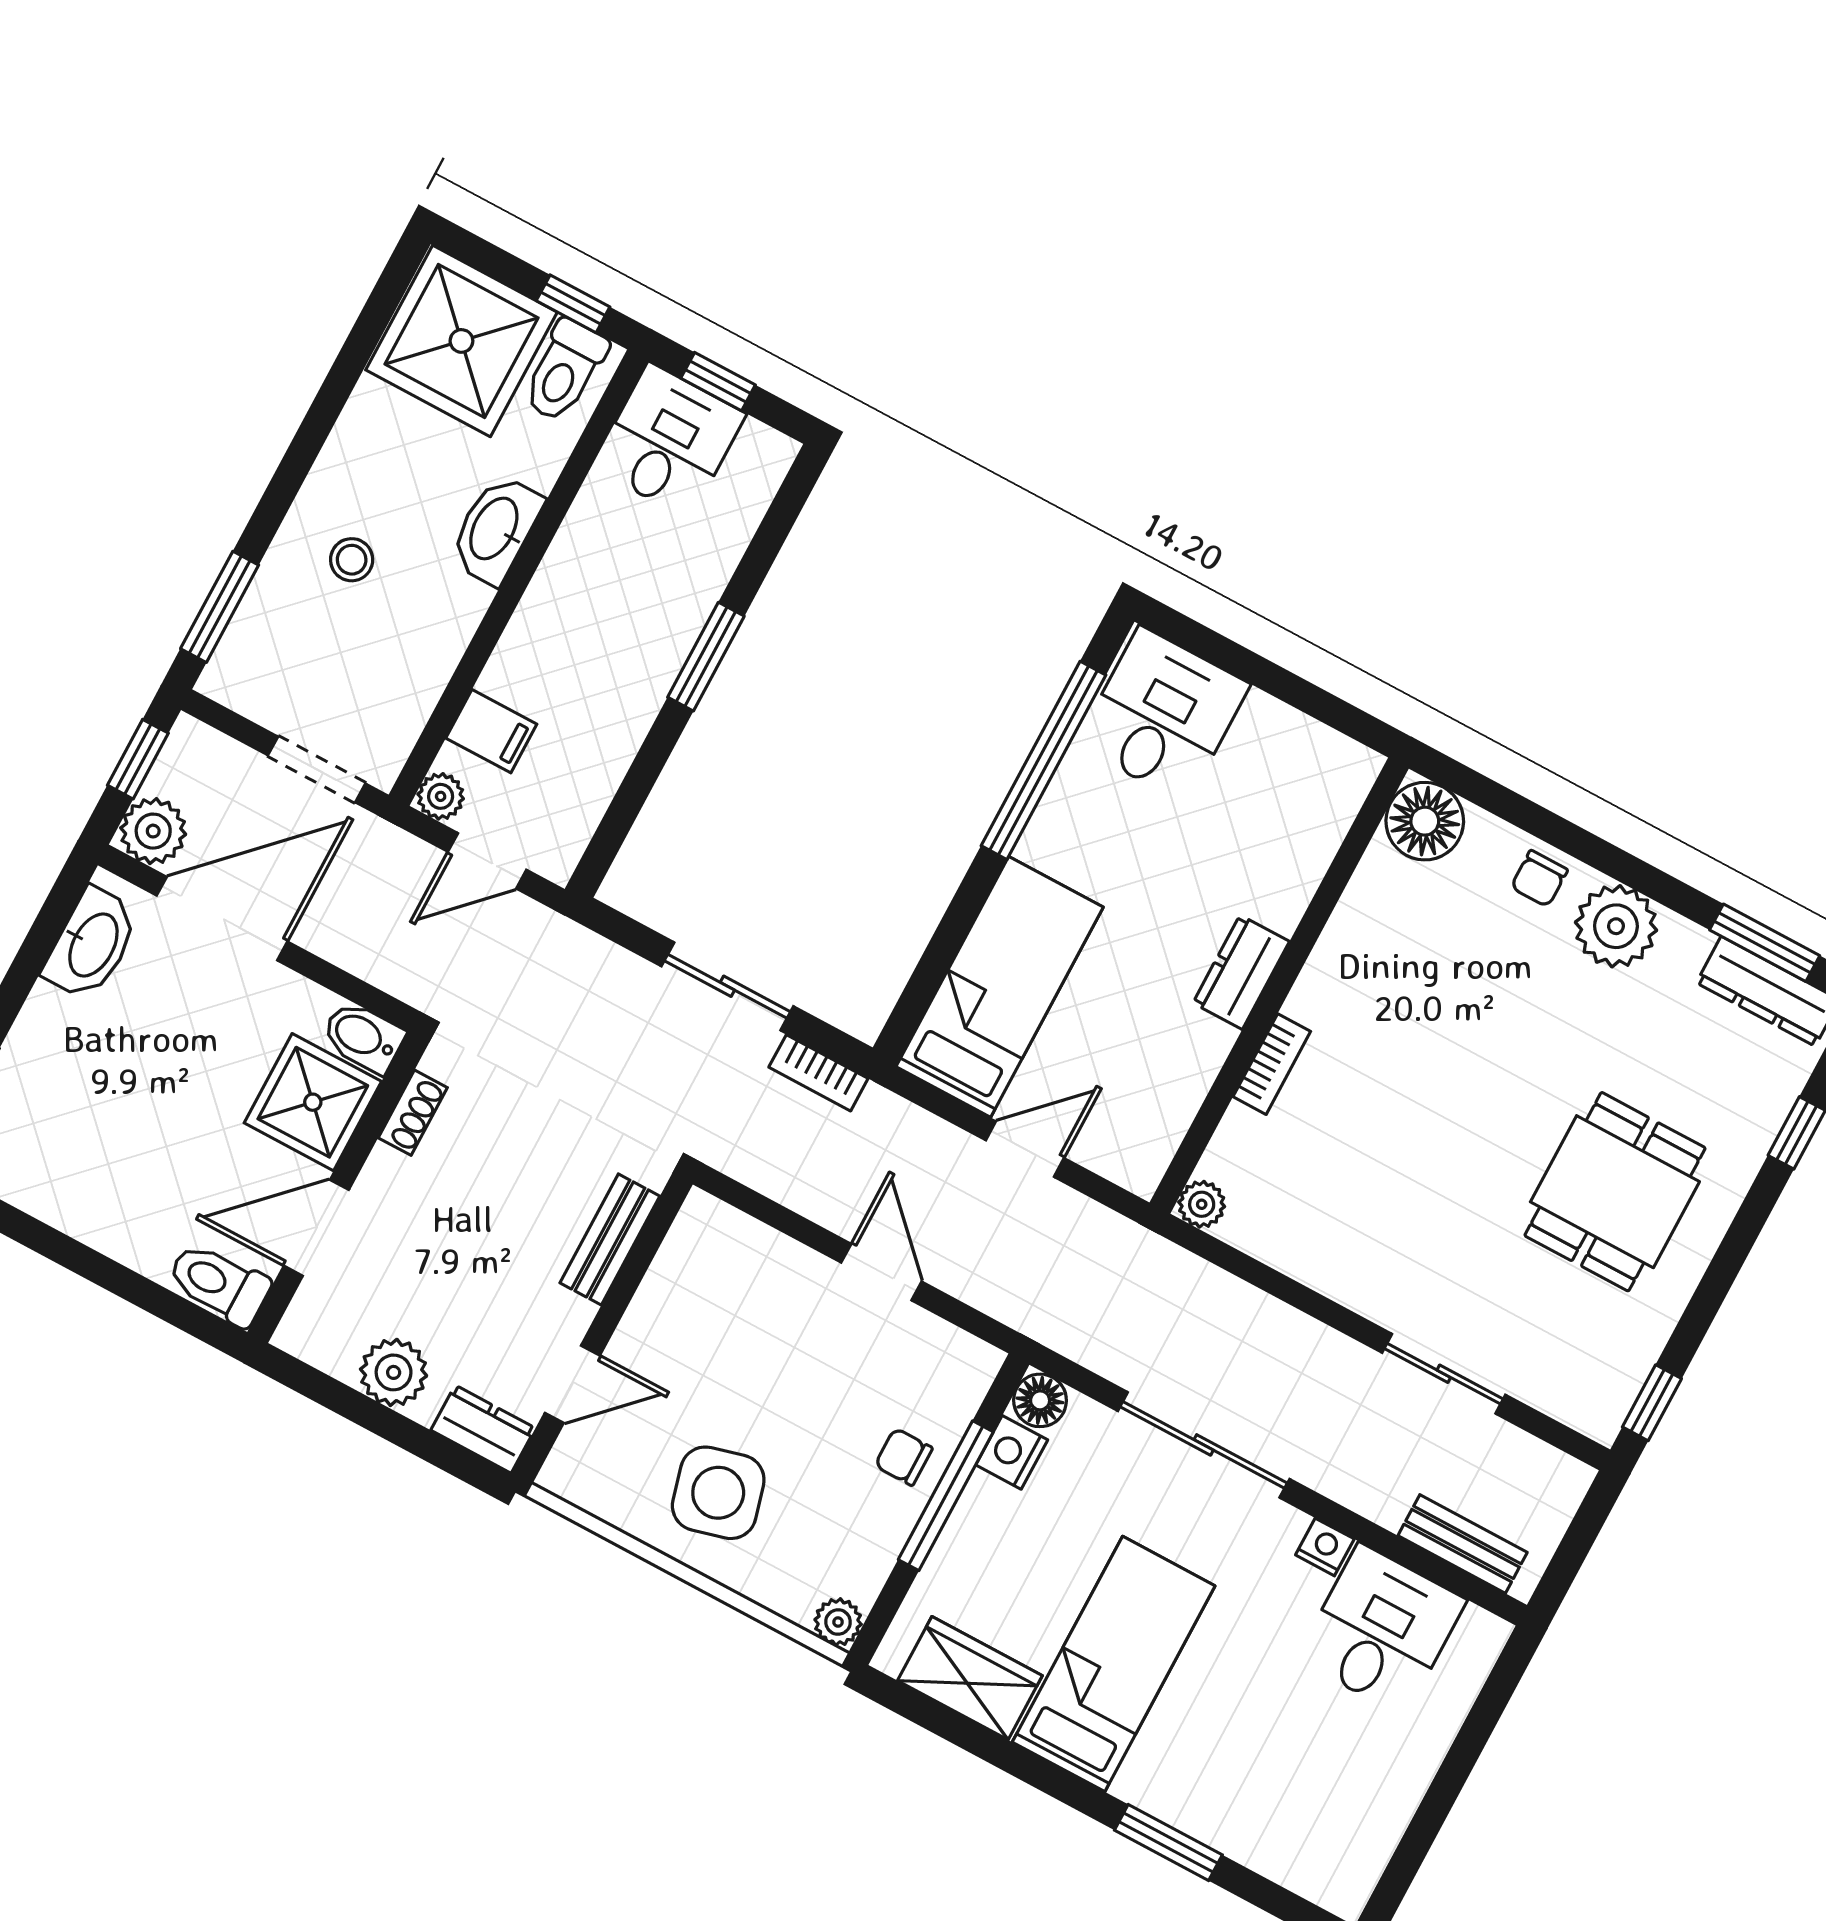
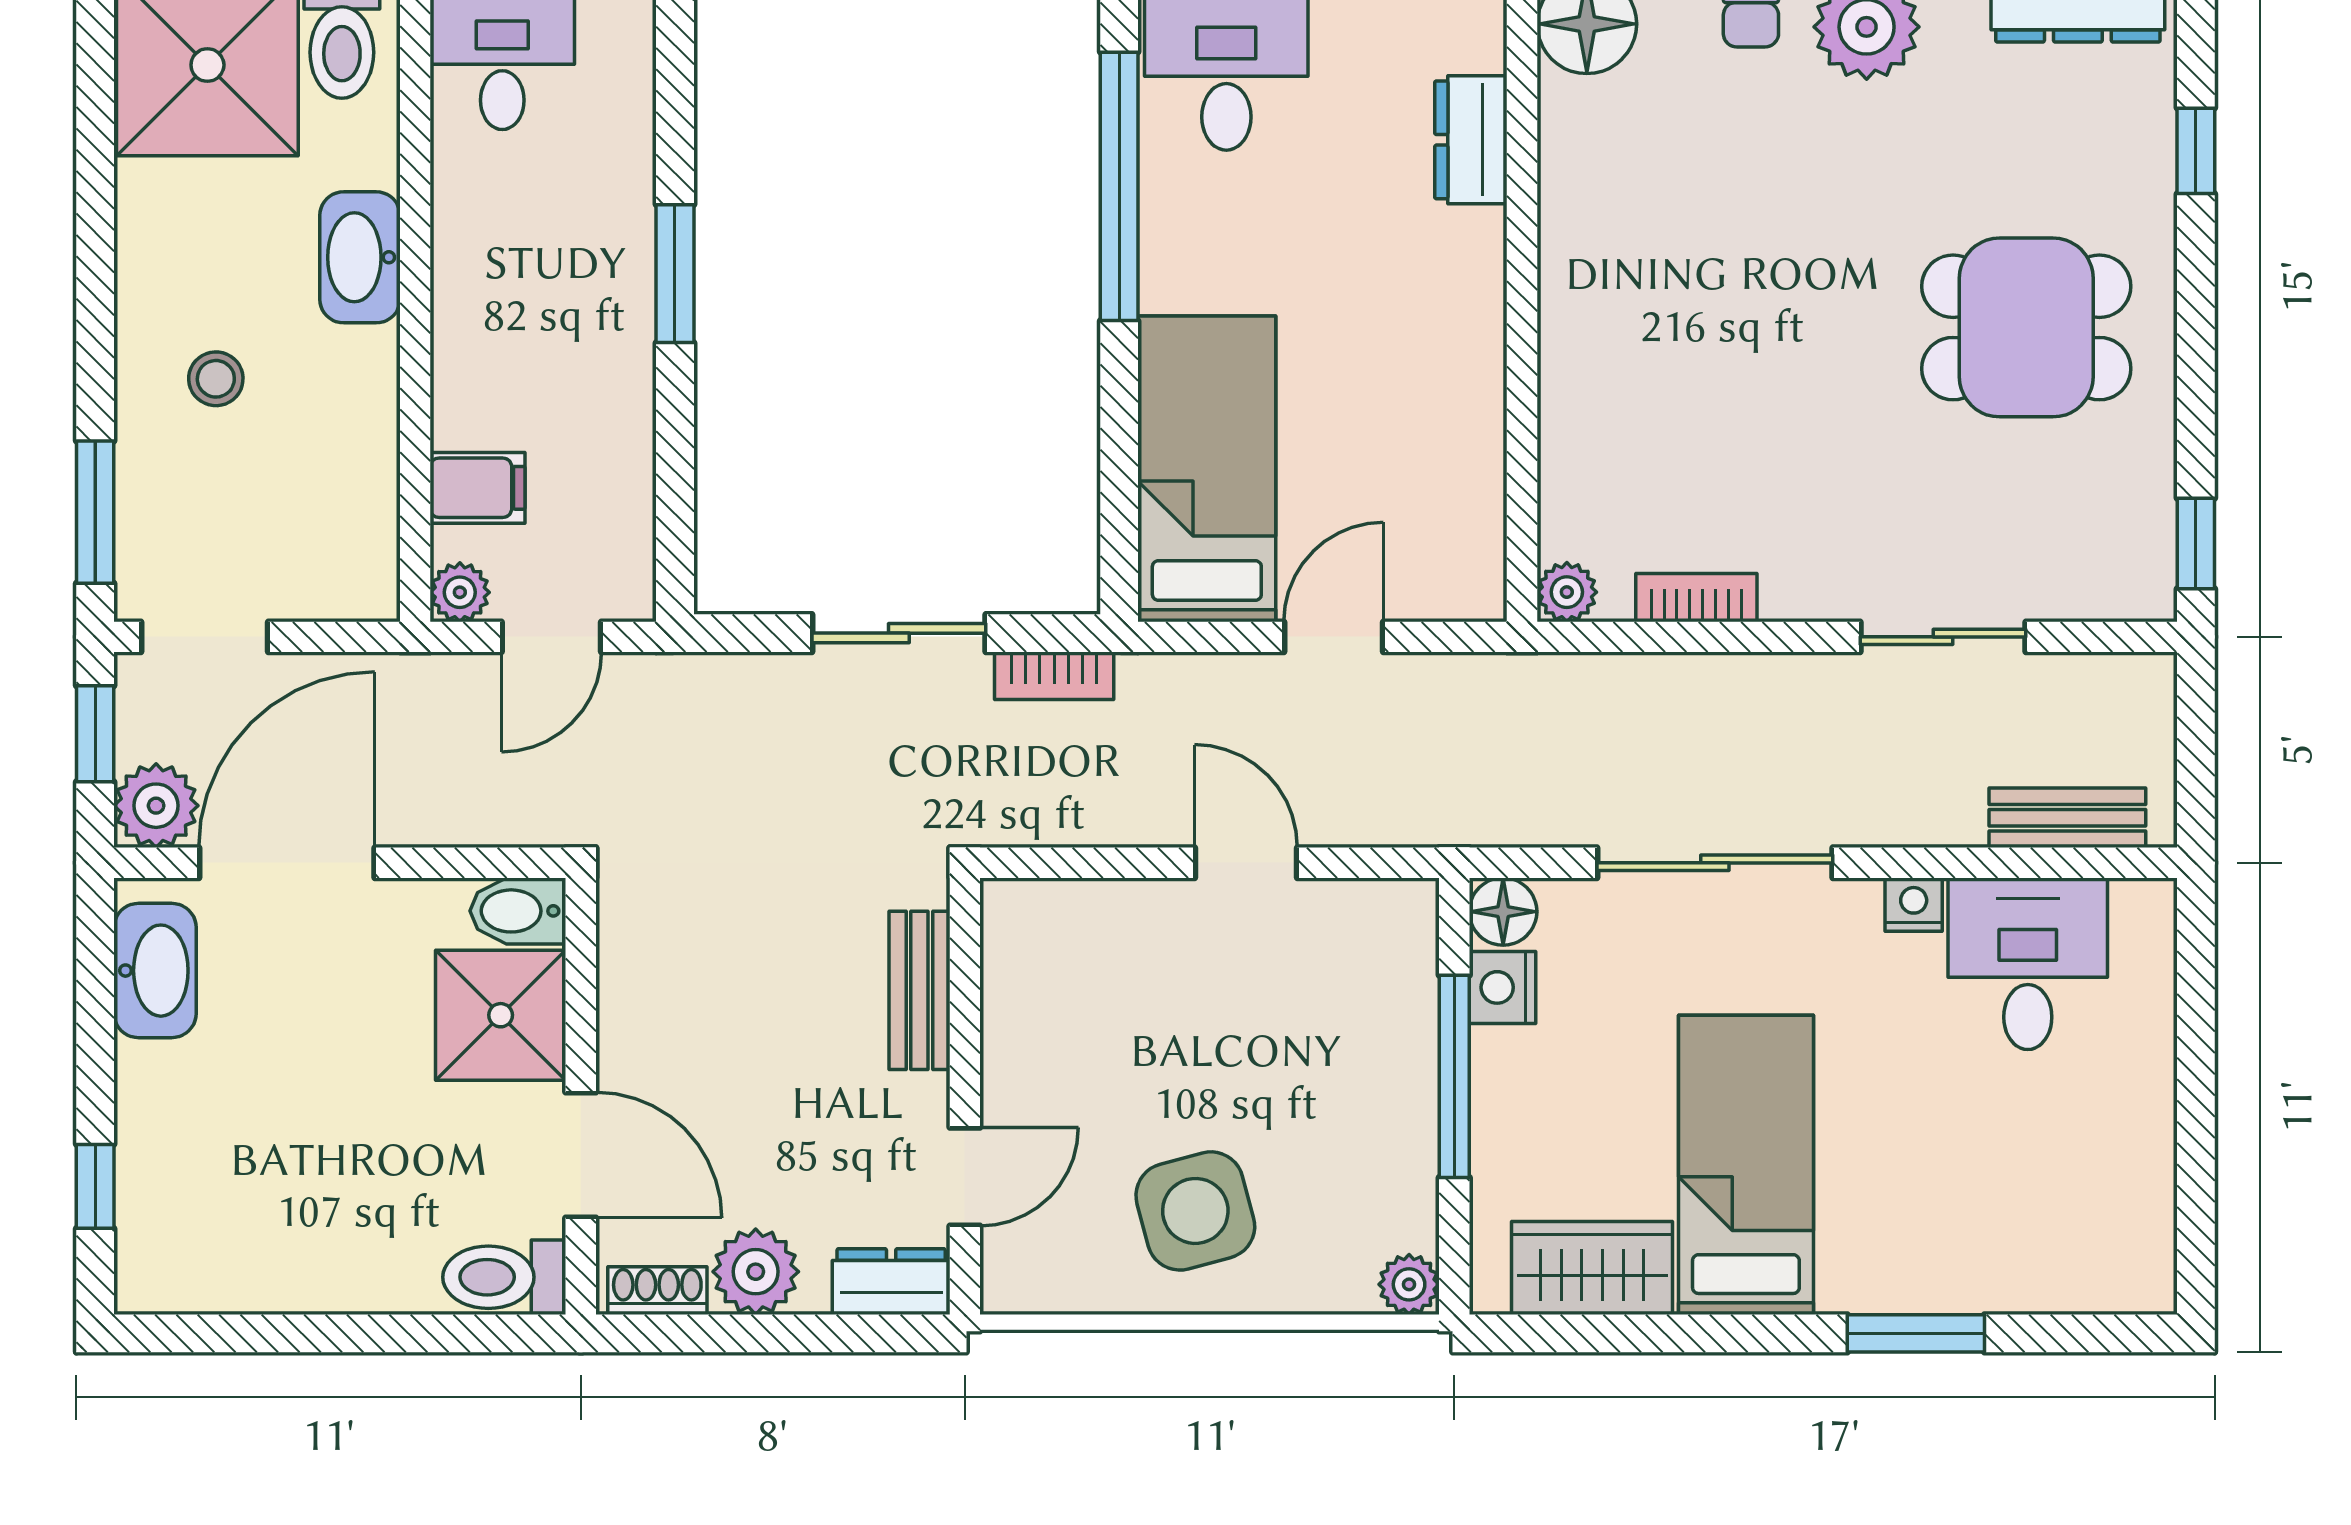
doorway: (317, 769) -> (205, 637), moved
dresser: (1241, 972) -> (1471, 140), moved
bookcase: (1272, 1064) -> (1696, 598), moved, turned -90
shoe rack: (413, 1113) -> (657, 1291), moved, turned -90
dining table: (1615, 1192) -> (2026, 327), turned 90
door: (316, 1228) -> (581, 1155), swing flipped
chair: (904, 1457) -> (1383, 1058), removed

